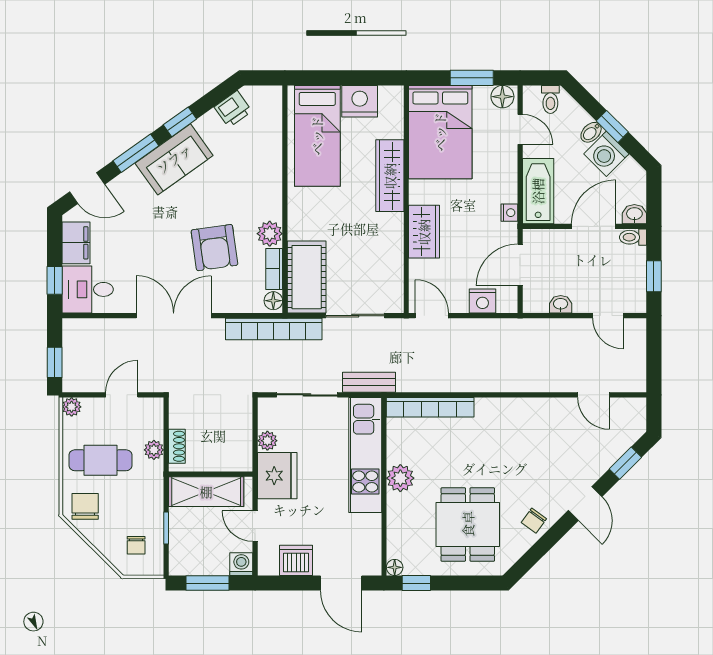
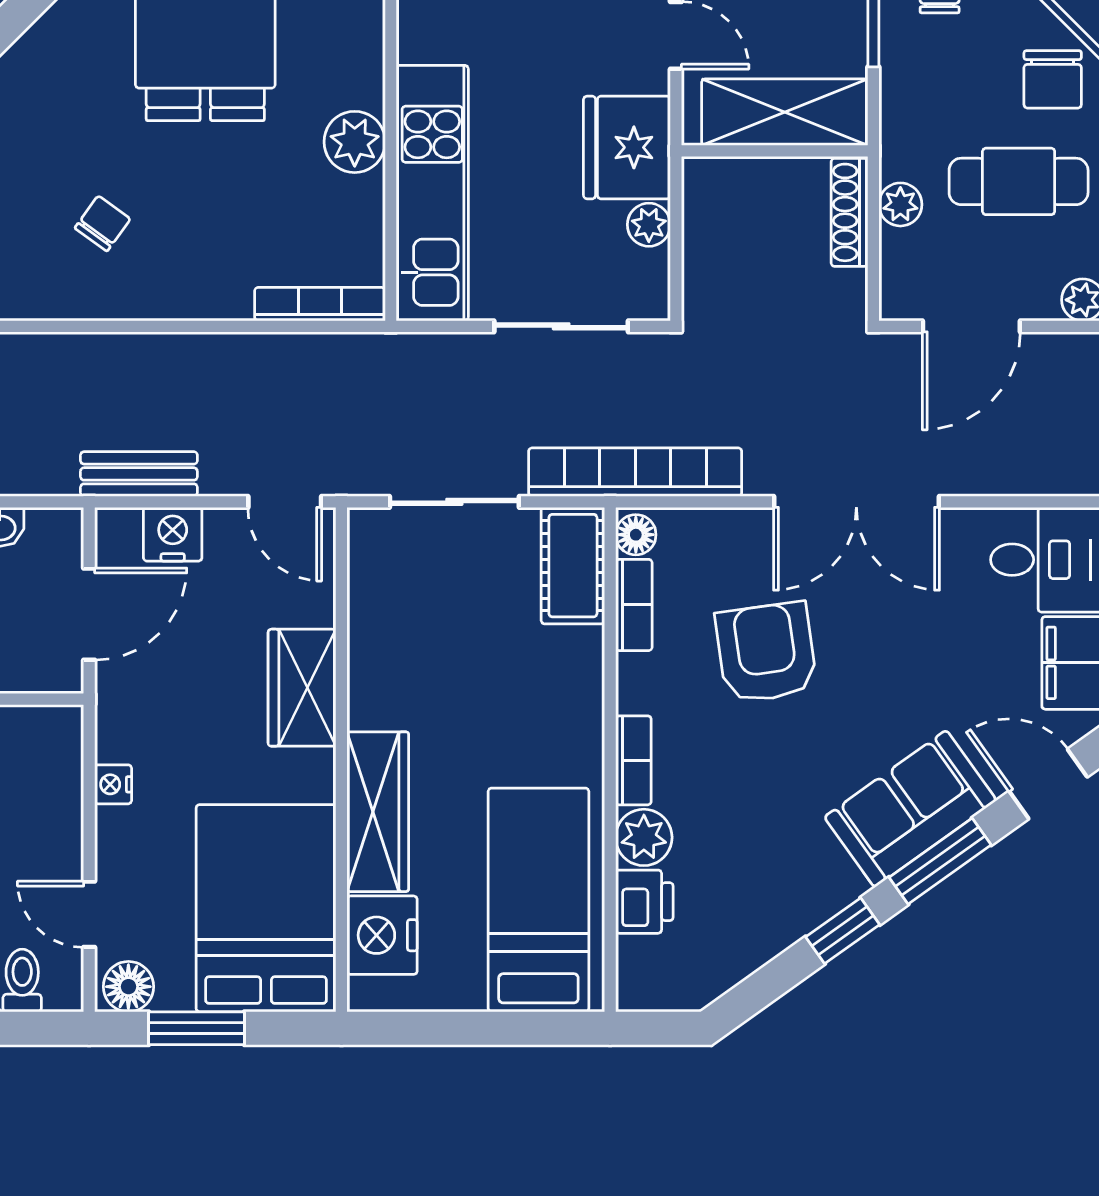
nightstand: (360, 101) -> (382, 935), moved, turned 90
printer: (233, 109) -> (644, 902), moved, turned 126
sofa: (174, 159) -> (910, 809), moved
bathtub: (538, 191) -> (49, 777), removed
bookcase: (274, 199) -> (633, 760), added
nightstand: (509, 213) -> (113, 784), moved
plant: (270, 234) -> (644, 837), moved
cot: (307, 277) -> (573, 566), width x0.73, depth x0.75
bench: (369, 382) -> (139, 474), moved
door: (122, 395) -> (971, 326), width x1.38
bookcase: (430, 407) -> (320, 304), width x0.68, depth x0.76
shoe rack: (177, 446) -> (849, 212), width x1.43
chair: (534, 521) -> (103, 223), moved

